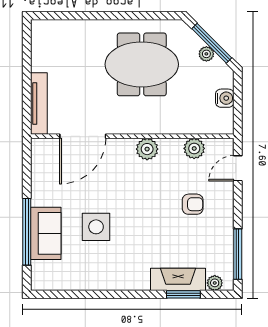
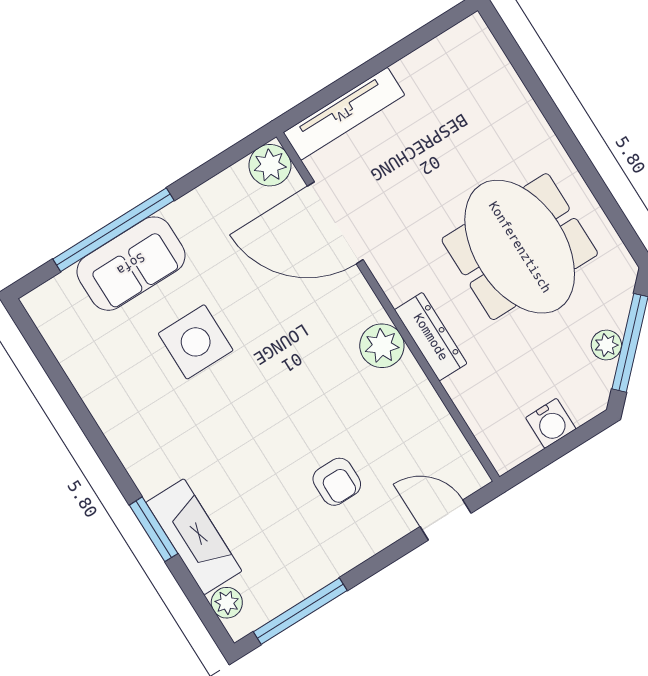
dresser: (156, 126) -> (431, 337), added
plant: (194, 148) -> (270, 165), moved
window: (183, 294) -> (154, 529), moved

